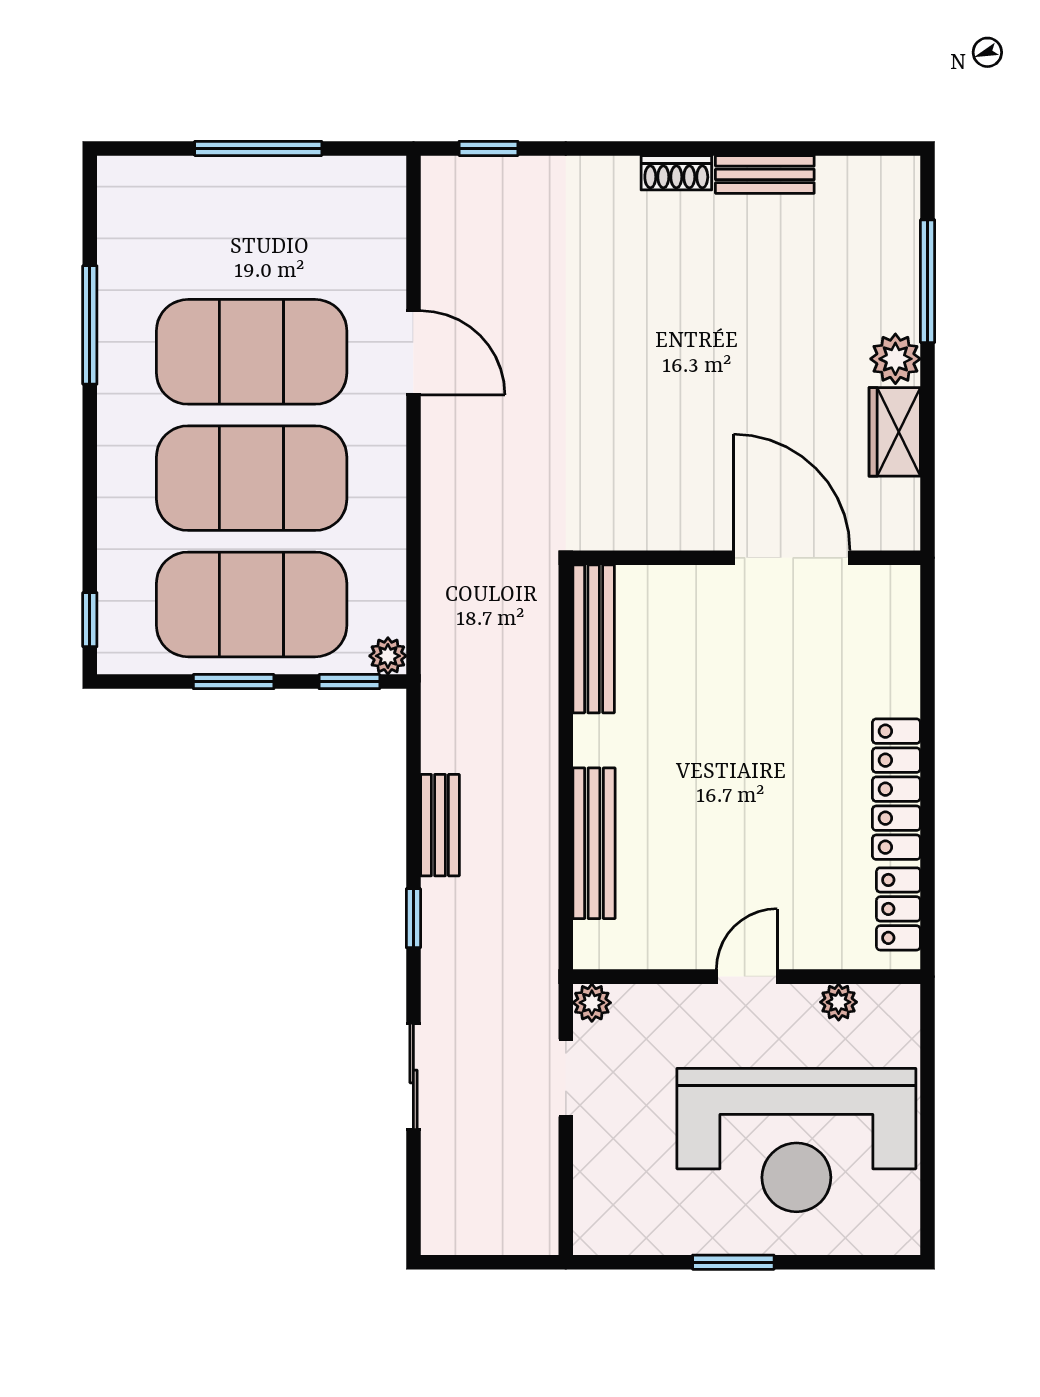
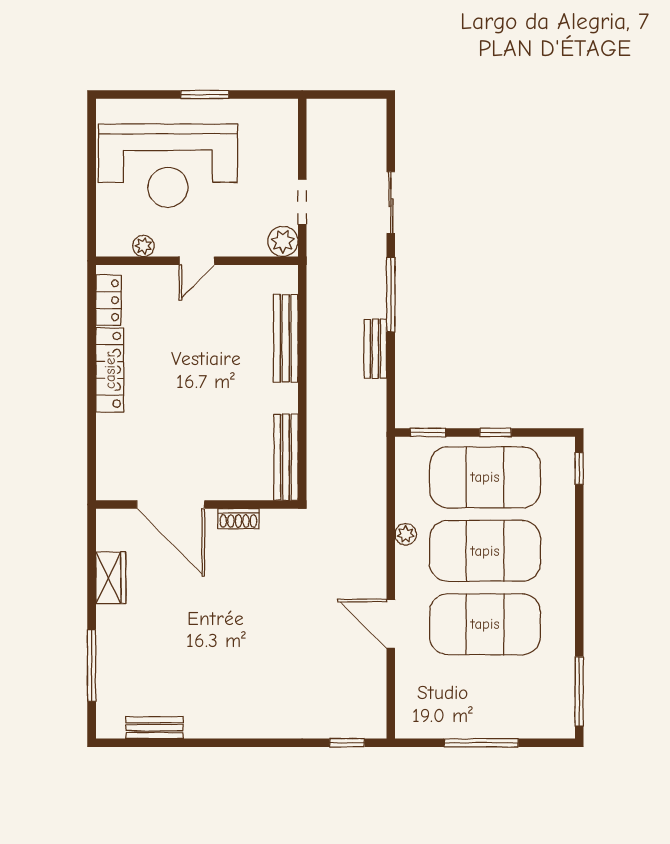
shoe rack: (676, 173) -> (238, 519), moved, turned 180
bench: (765, 174) -> (154, 728), moved
window: (90, 325) -> (579, 691), moved
plant: (895, 359) -> (110, 620), removed
plant: (388, 656) -> (406, 534), moved
window: (234, 682) -> (495, 432), width x0.67
window: (413, 918) -> (391, 295), width x2.17
plant: (592, 1003) -> (283, 241), width x1.38, depth x1.38
reception desk: (796, 1140) -> (168, 166), turned 180

